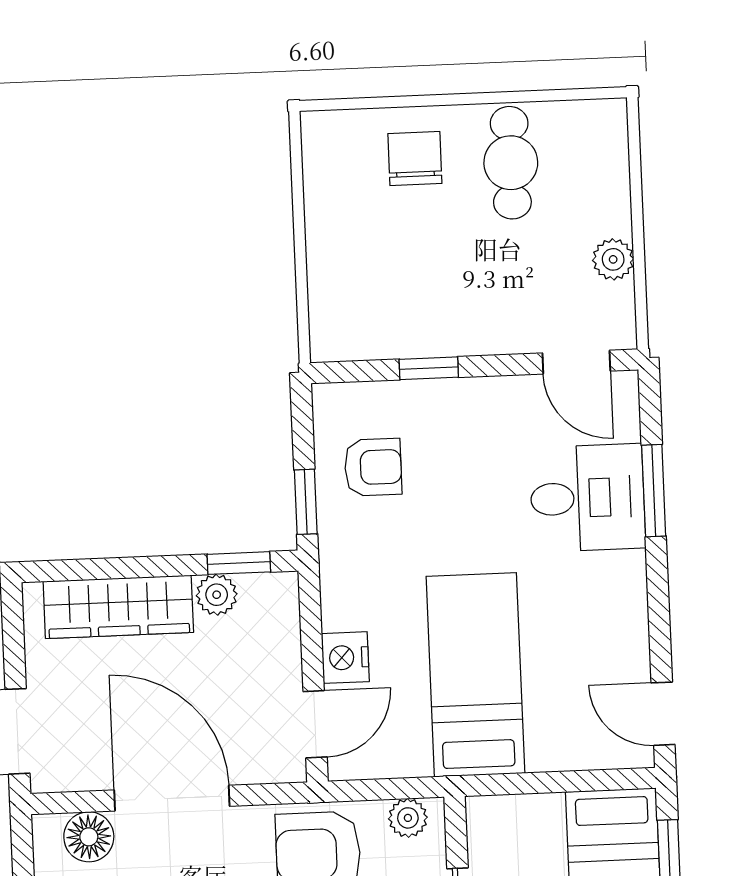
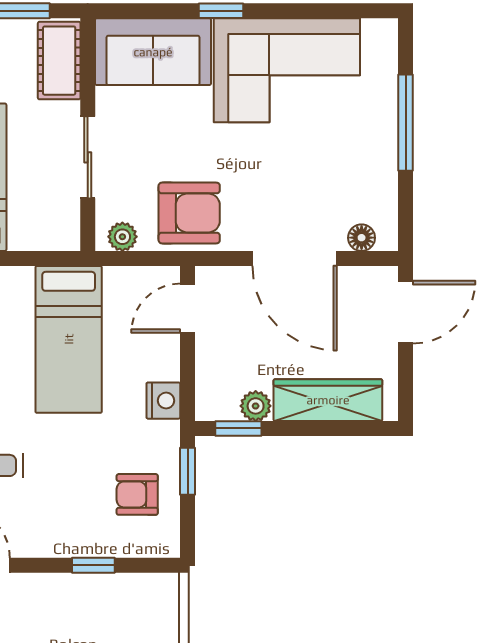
nightstand: (345, 658) -> (163, 401), moved
floor lamp: (89, 837) -> (362, 238), width x0.73, depth x0.73

